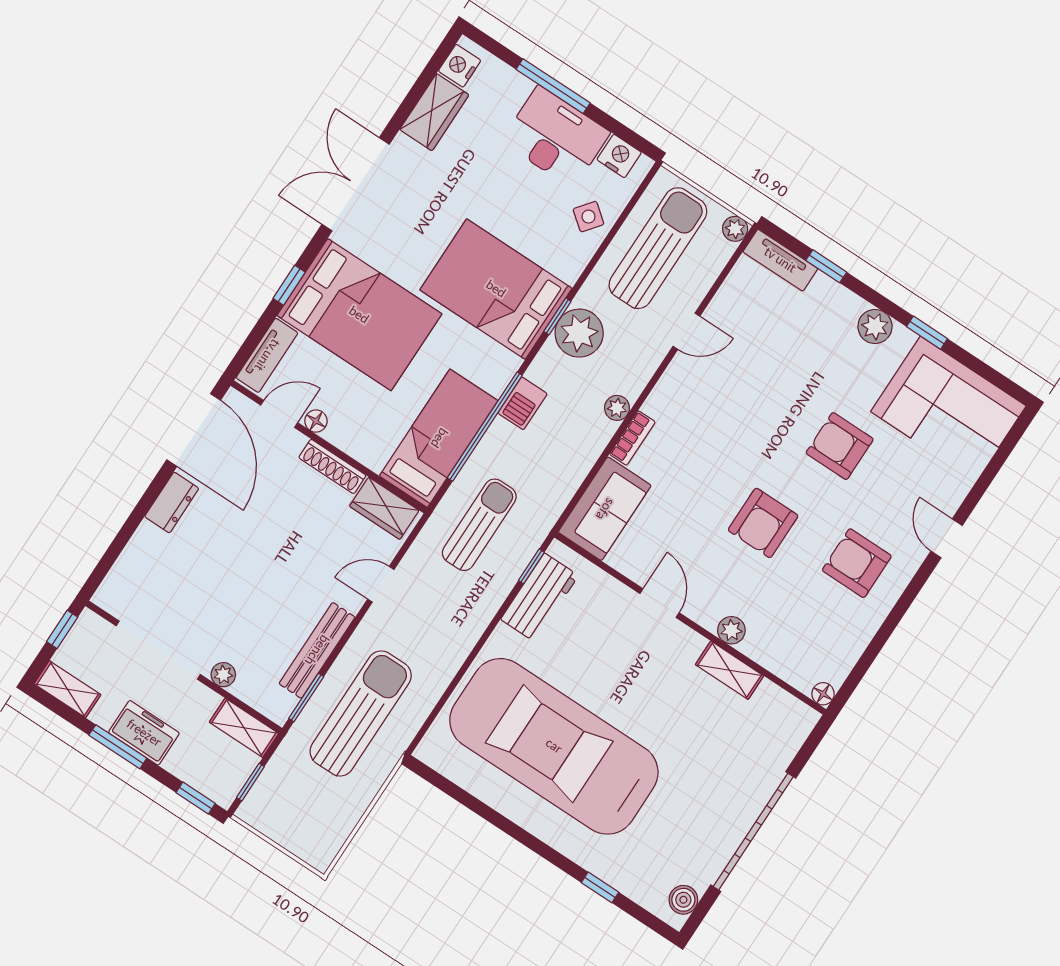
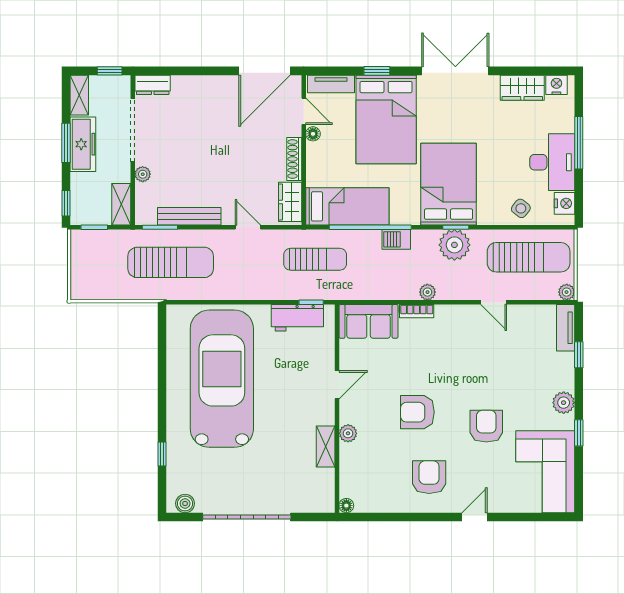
dresser: (172, 503) -> (153, 85), moved
freezer: (144, 733) -> (83, 144), width x1.40

